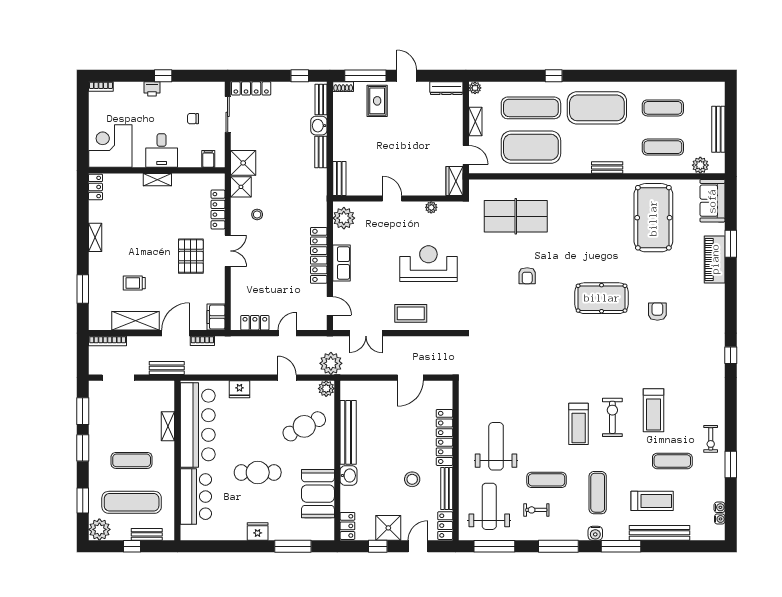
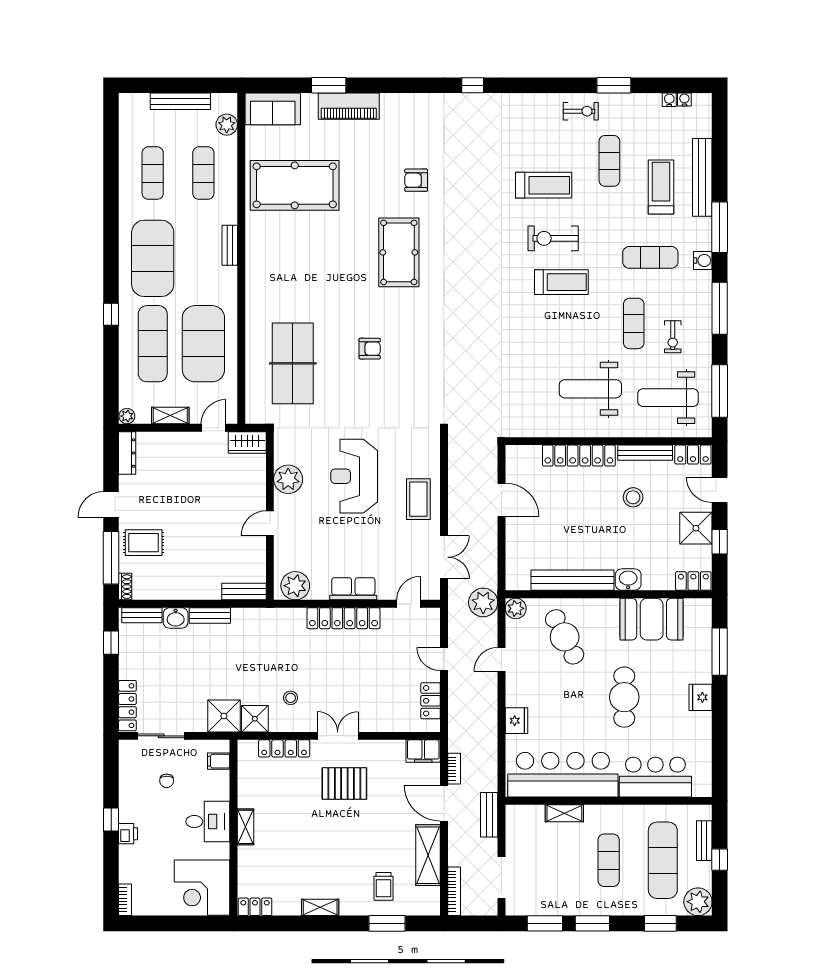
plant: (431, 207) -> (288, 479), width x1.88, depth x1.88
trolley: (134, 283) -> (384, 886), moved

